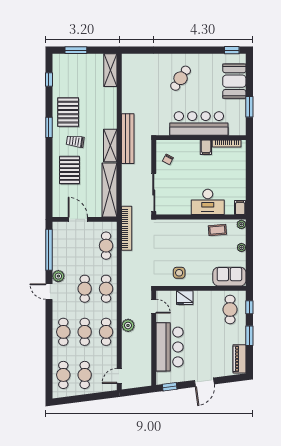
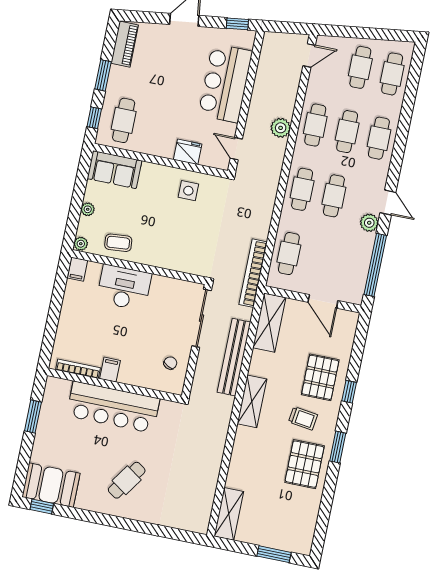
window: (49, 79) -> (349, 392), moved
booth: (234, 81) -> (51, 485), moved, turned 90
bench: (128, 139) -> (234, 357), moved
shelving: (110, 190) -> (269, 323), width x0.68

